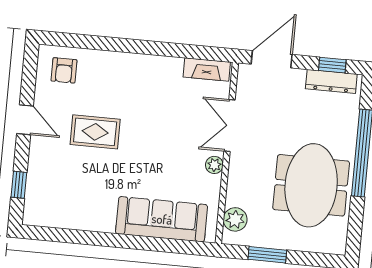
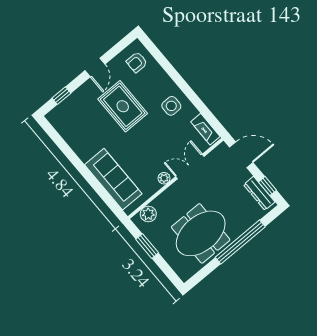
side table: (146, 81) -> (171, 106), added
rug: (95, 132) -> (123, 106), width x1.36, depth x1.43

